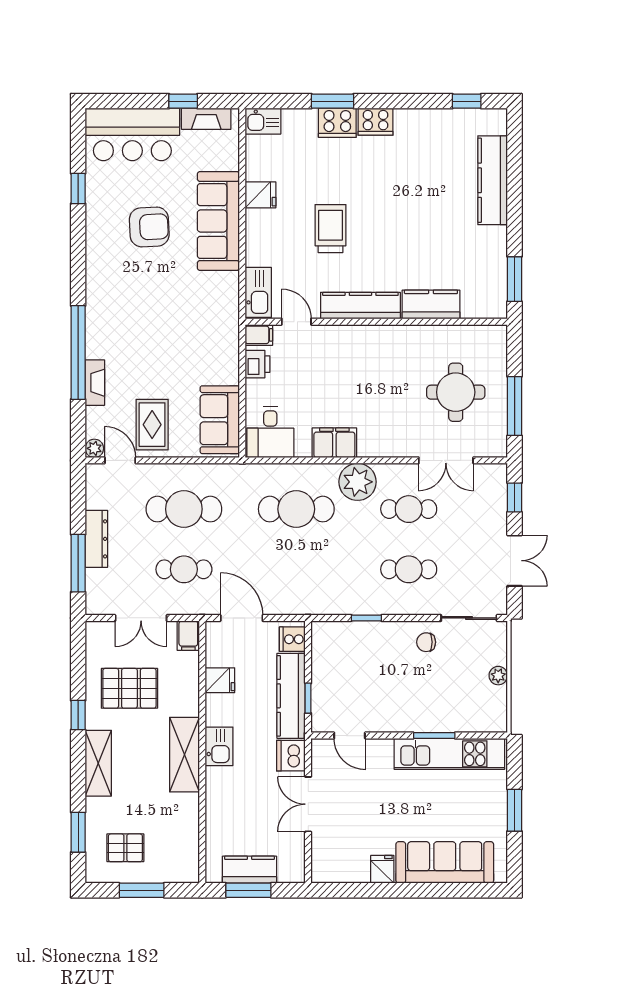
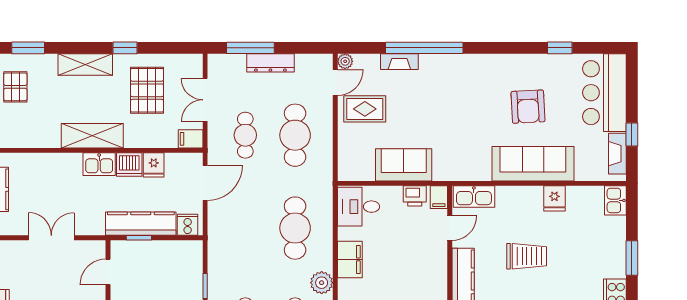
cooker: (337, 123) -> (614, 262), removed
sofa: (220, 420) -> (404, 165), moved
plant: (358, 482) -> (322, 283), width x0.73, depth x0.73
dishwasher: (291, 756) -> (129, 165), moved, turned 180

